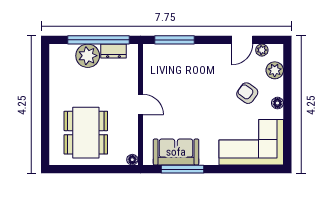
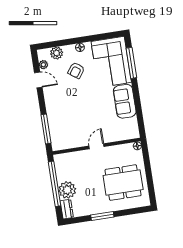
dresser: (113, 51) -> (67, 209), moved
window: (45, 98) -> (102, 216), added
sofa: (176, 152) -> (125, 101), moved
window: (182, 169) -> (131, 63), moved

